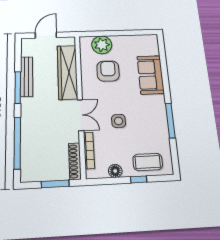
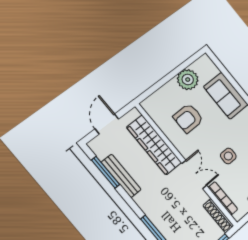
plant: (102, 45) -> (188, 80), moved
armchair: (108, 71) -> (188, 118), turned -90
window: (18, 87) -> (105, 172), moved

